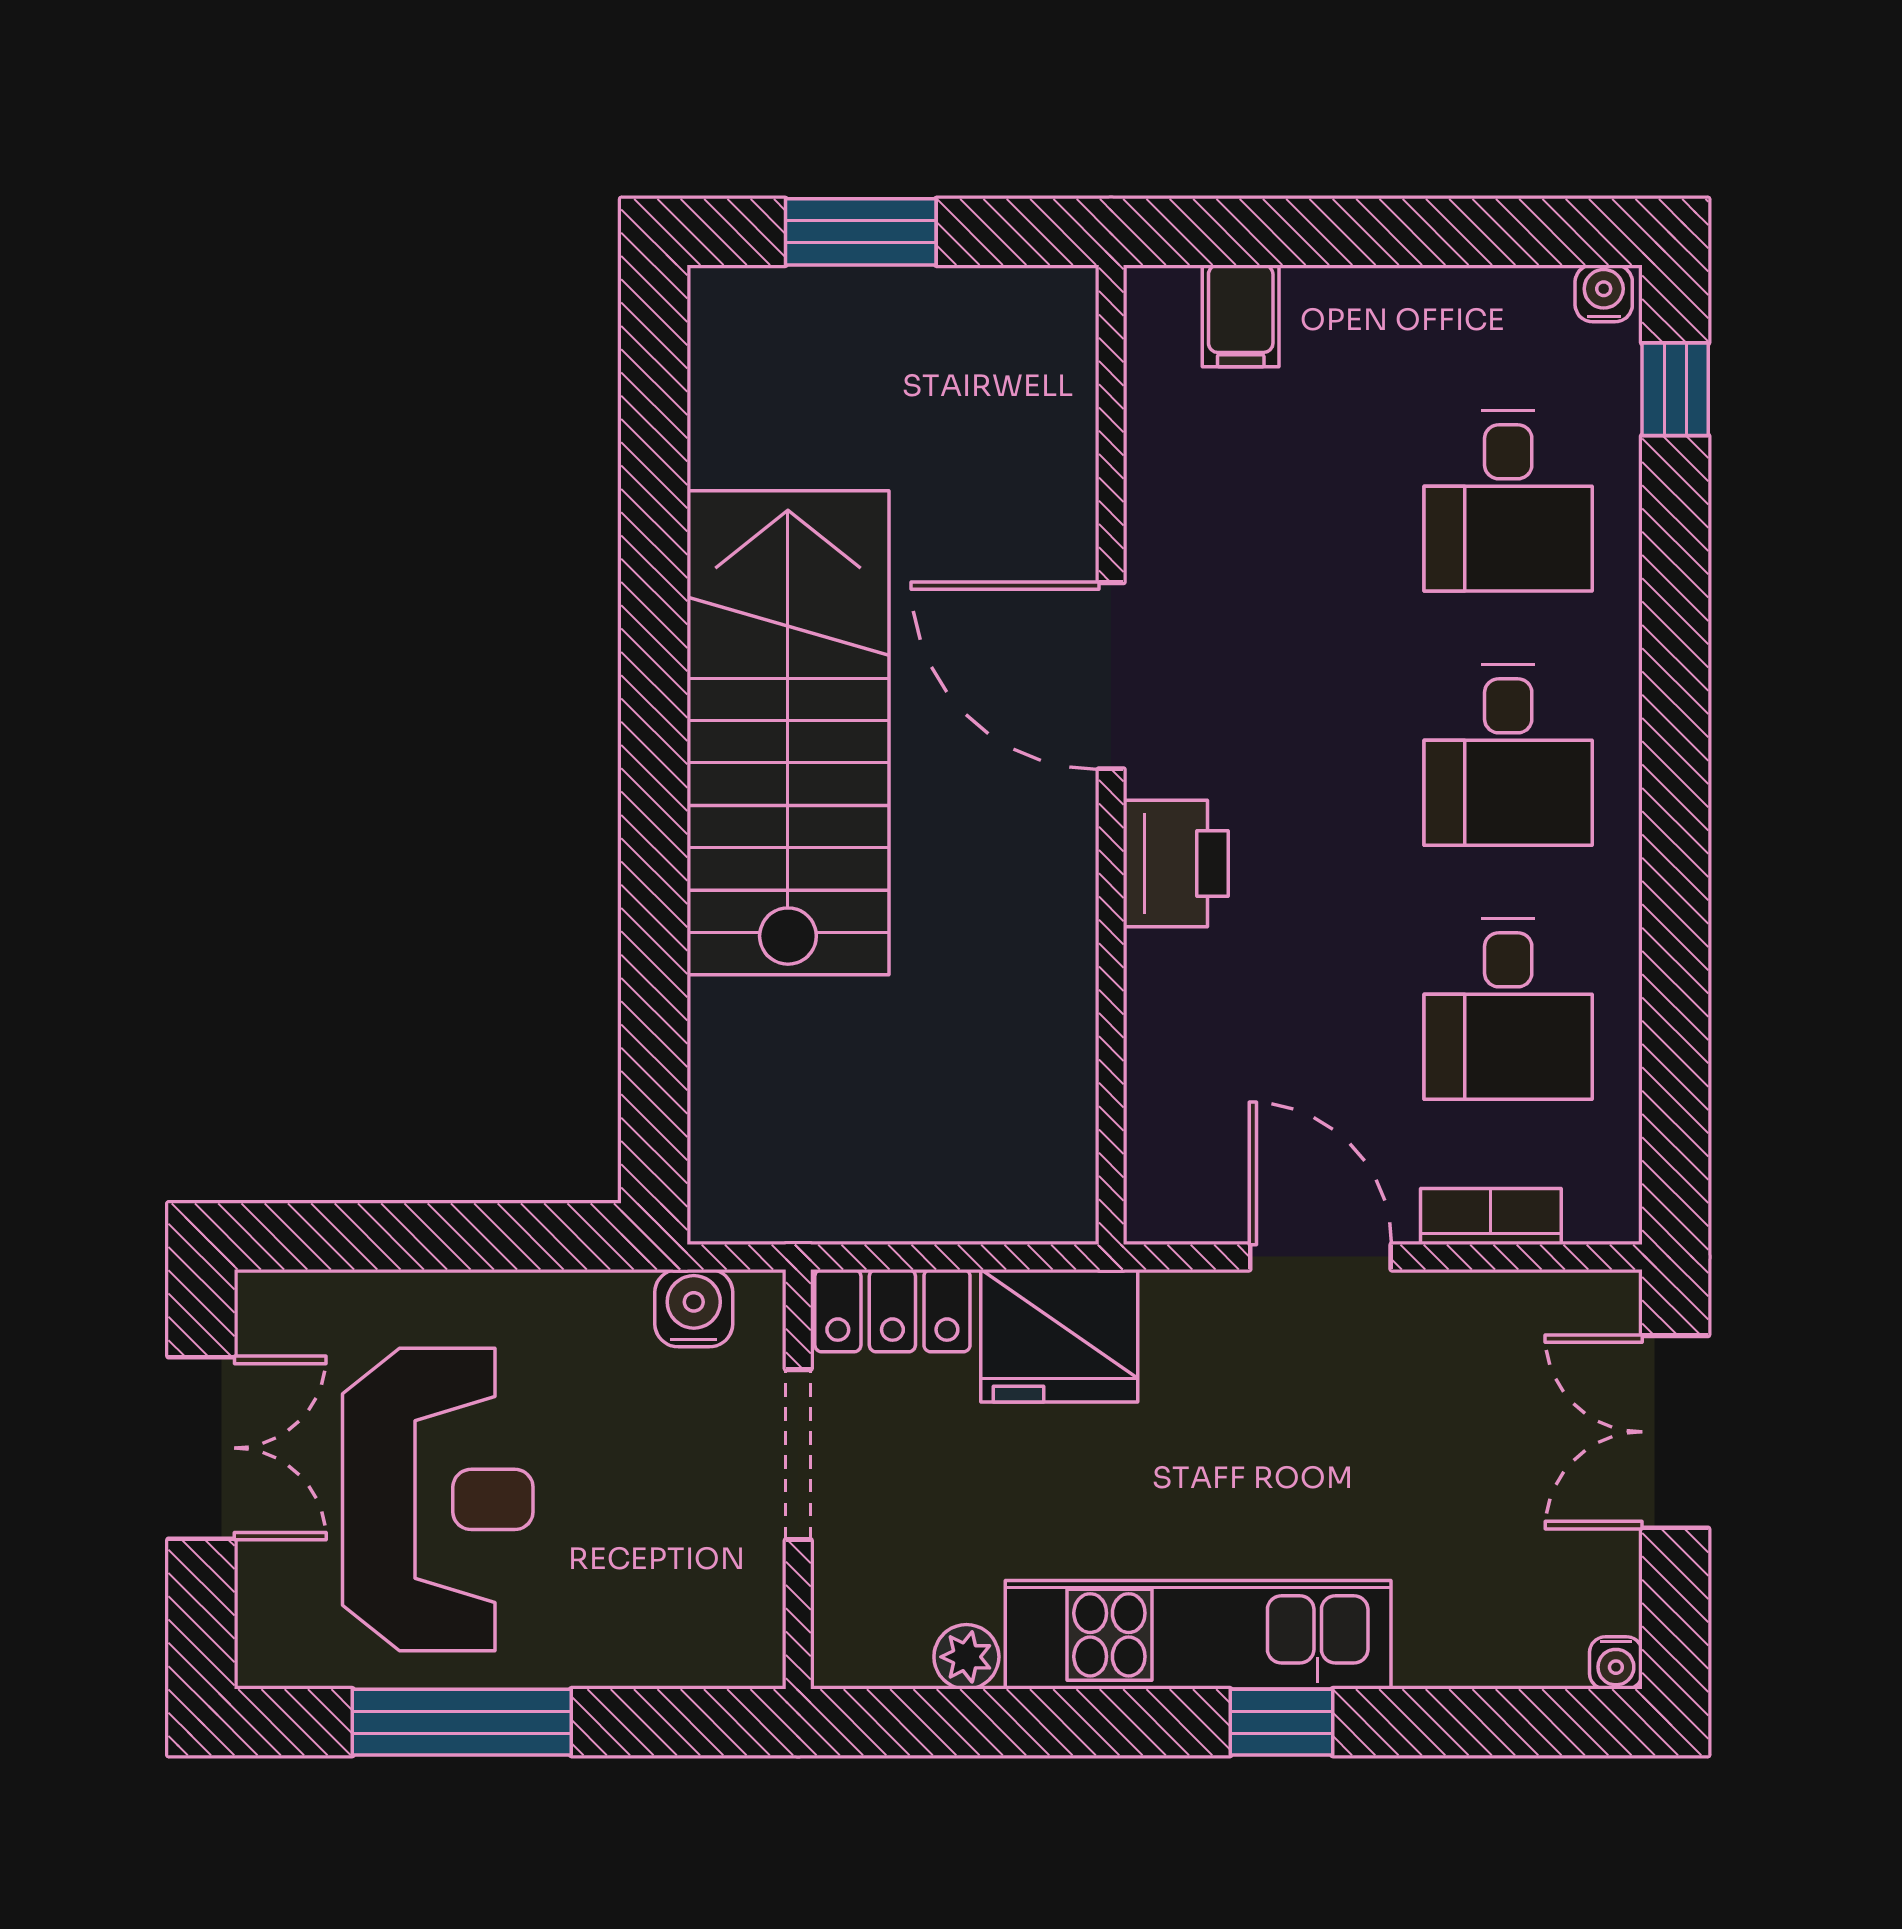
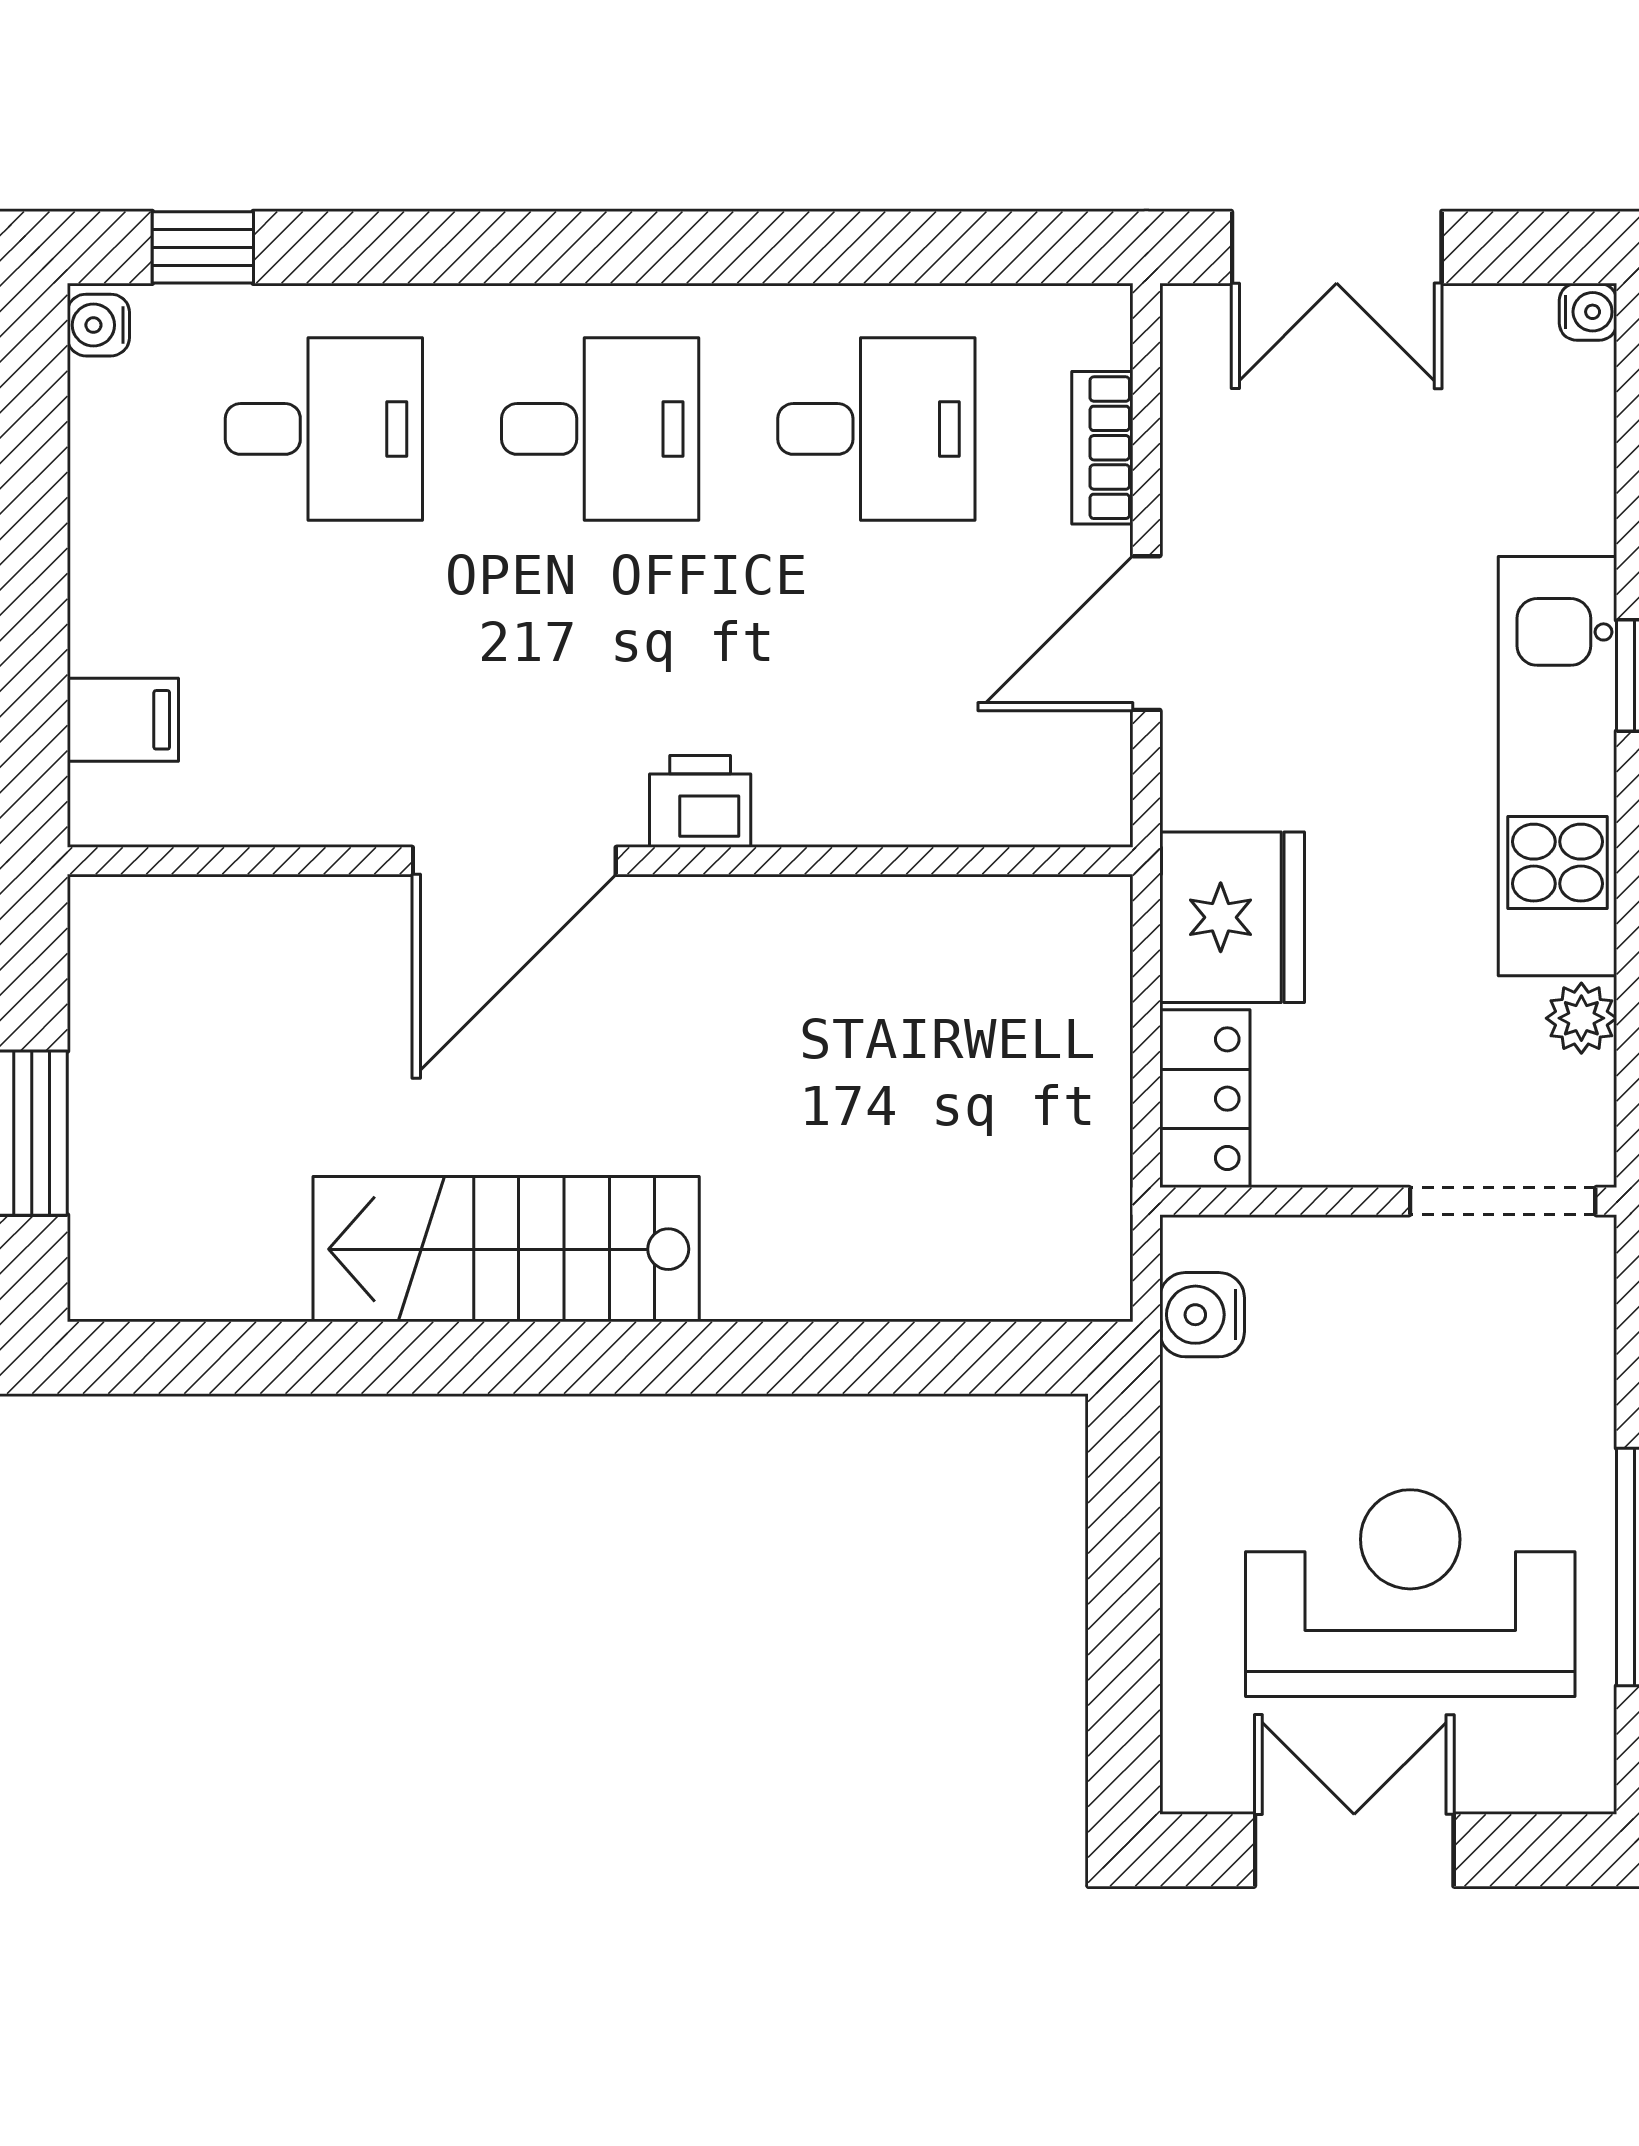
stairs: (788, 733) -> (506, 1249), width x0.73, depth x0.66
printer: (1176, 863) -> (700, 801), width x0.73, depth x0.81
doorway: (798, 1455) -> (1503, 1201), moved

